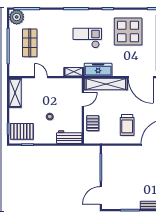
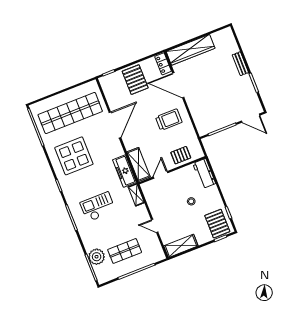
plant: (17, 17) -> (97, 257), moved
checkout: (87, 38) -> (98, 207), moved, turned 90
door: (41, 77) -> (155, 226), hinge flipped
shelving: (106, 84) -> (139, 164), width x0.68
door: (83, 99) -> (161, 175), hinge flipped

